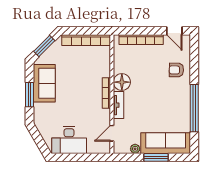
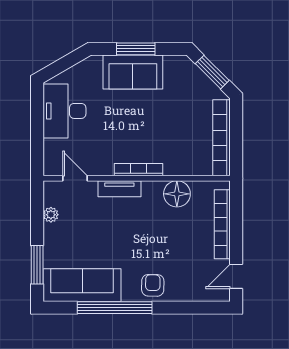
armchair: (176, 70) -> (153, 285), moved
floor lamp: (122, 82) -> (177, 194), moved
sofa: (44, 83) -> (133, 72), moved
sofa: (166, 143) -> (82, 285), moved, turned -90
window: (156, 157) -> (37, 265), moved

